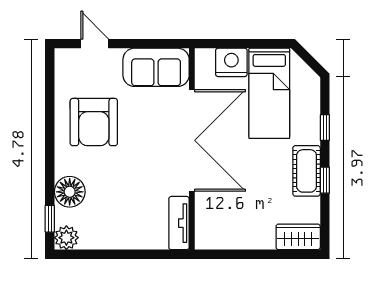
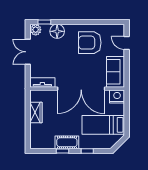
door: (95, 44) -> (127, 43), swing flipped
nightstand: (231, 62) -> (117, 97), moved, turned -90
wardrobe: (298, 237) -> (36, 113), moved
double door: (114, 254) -> (28, 52), added

